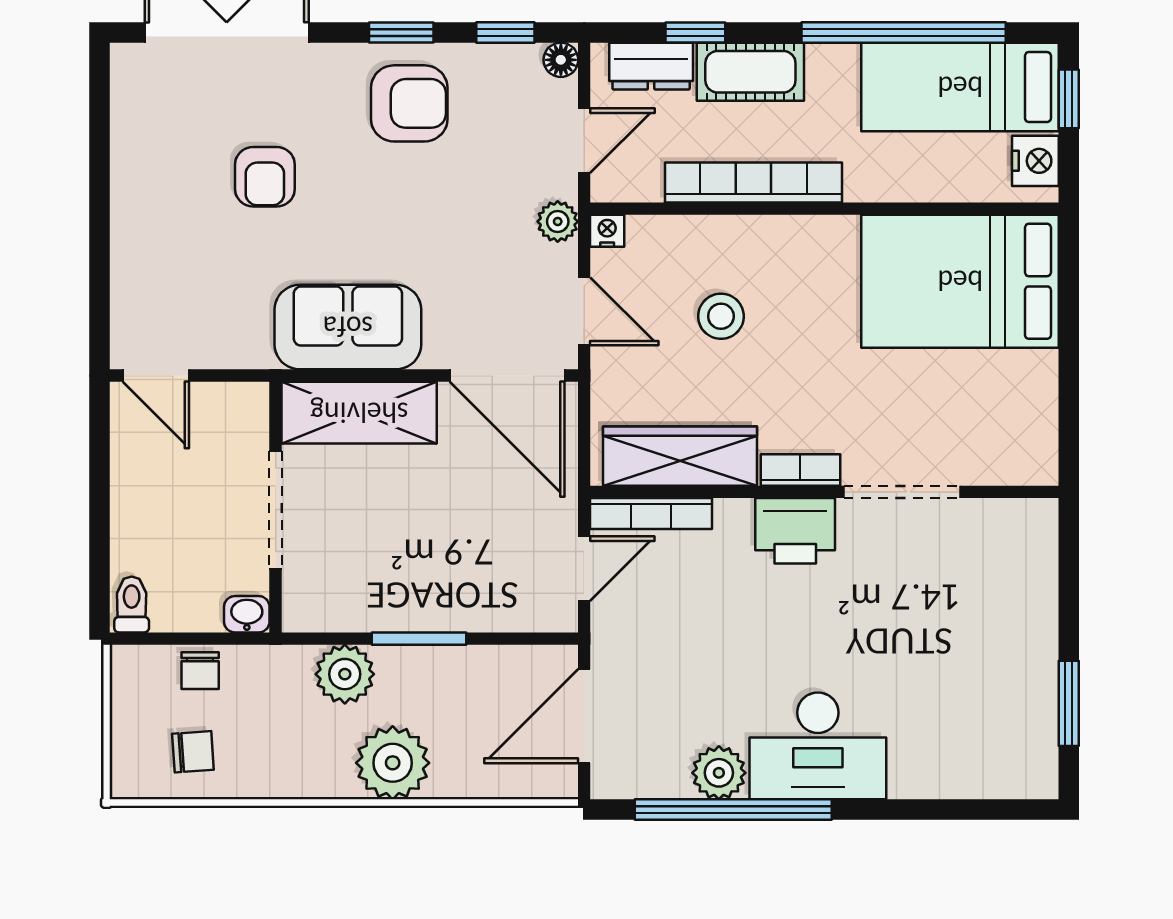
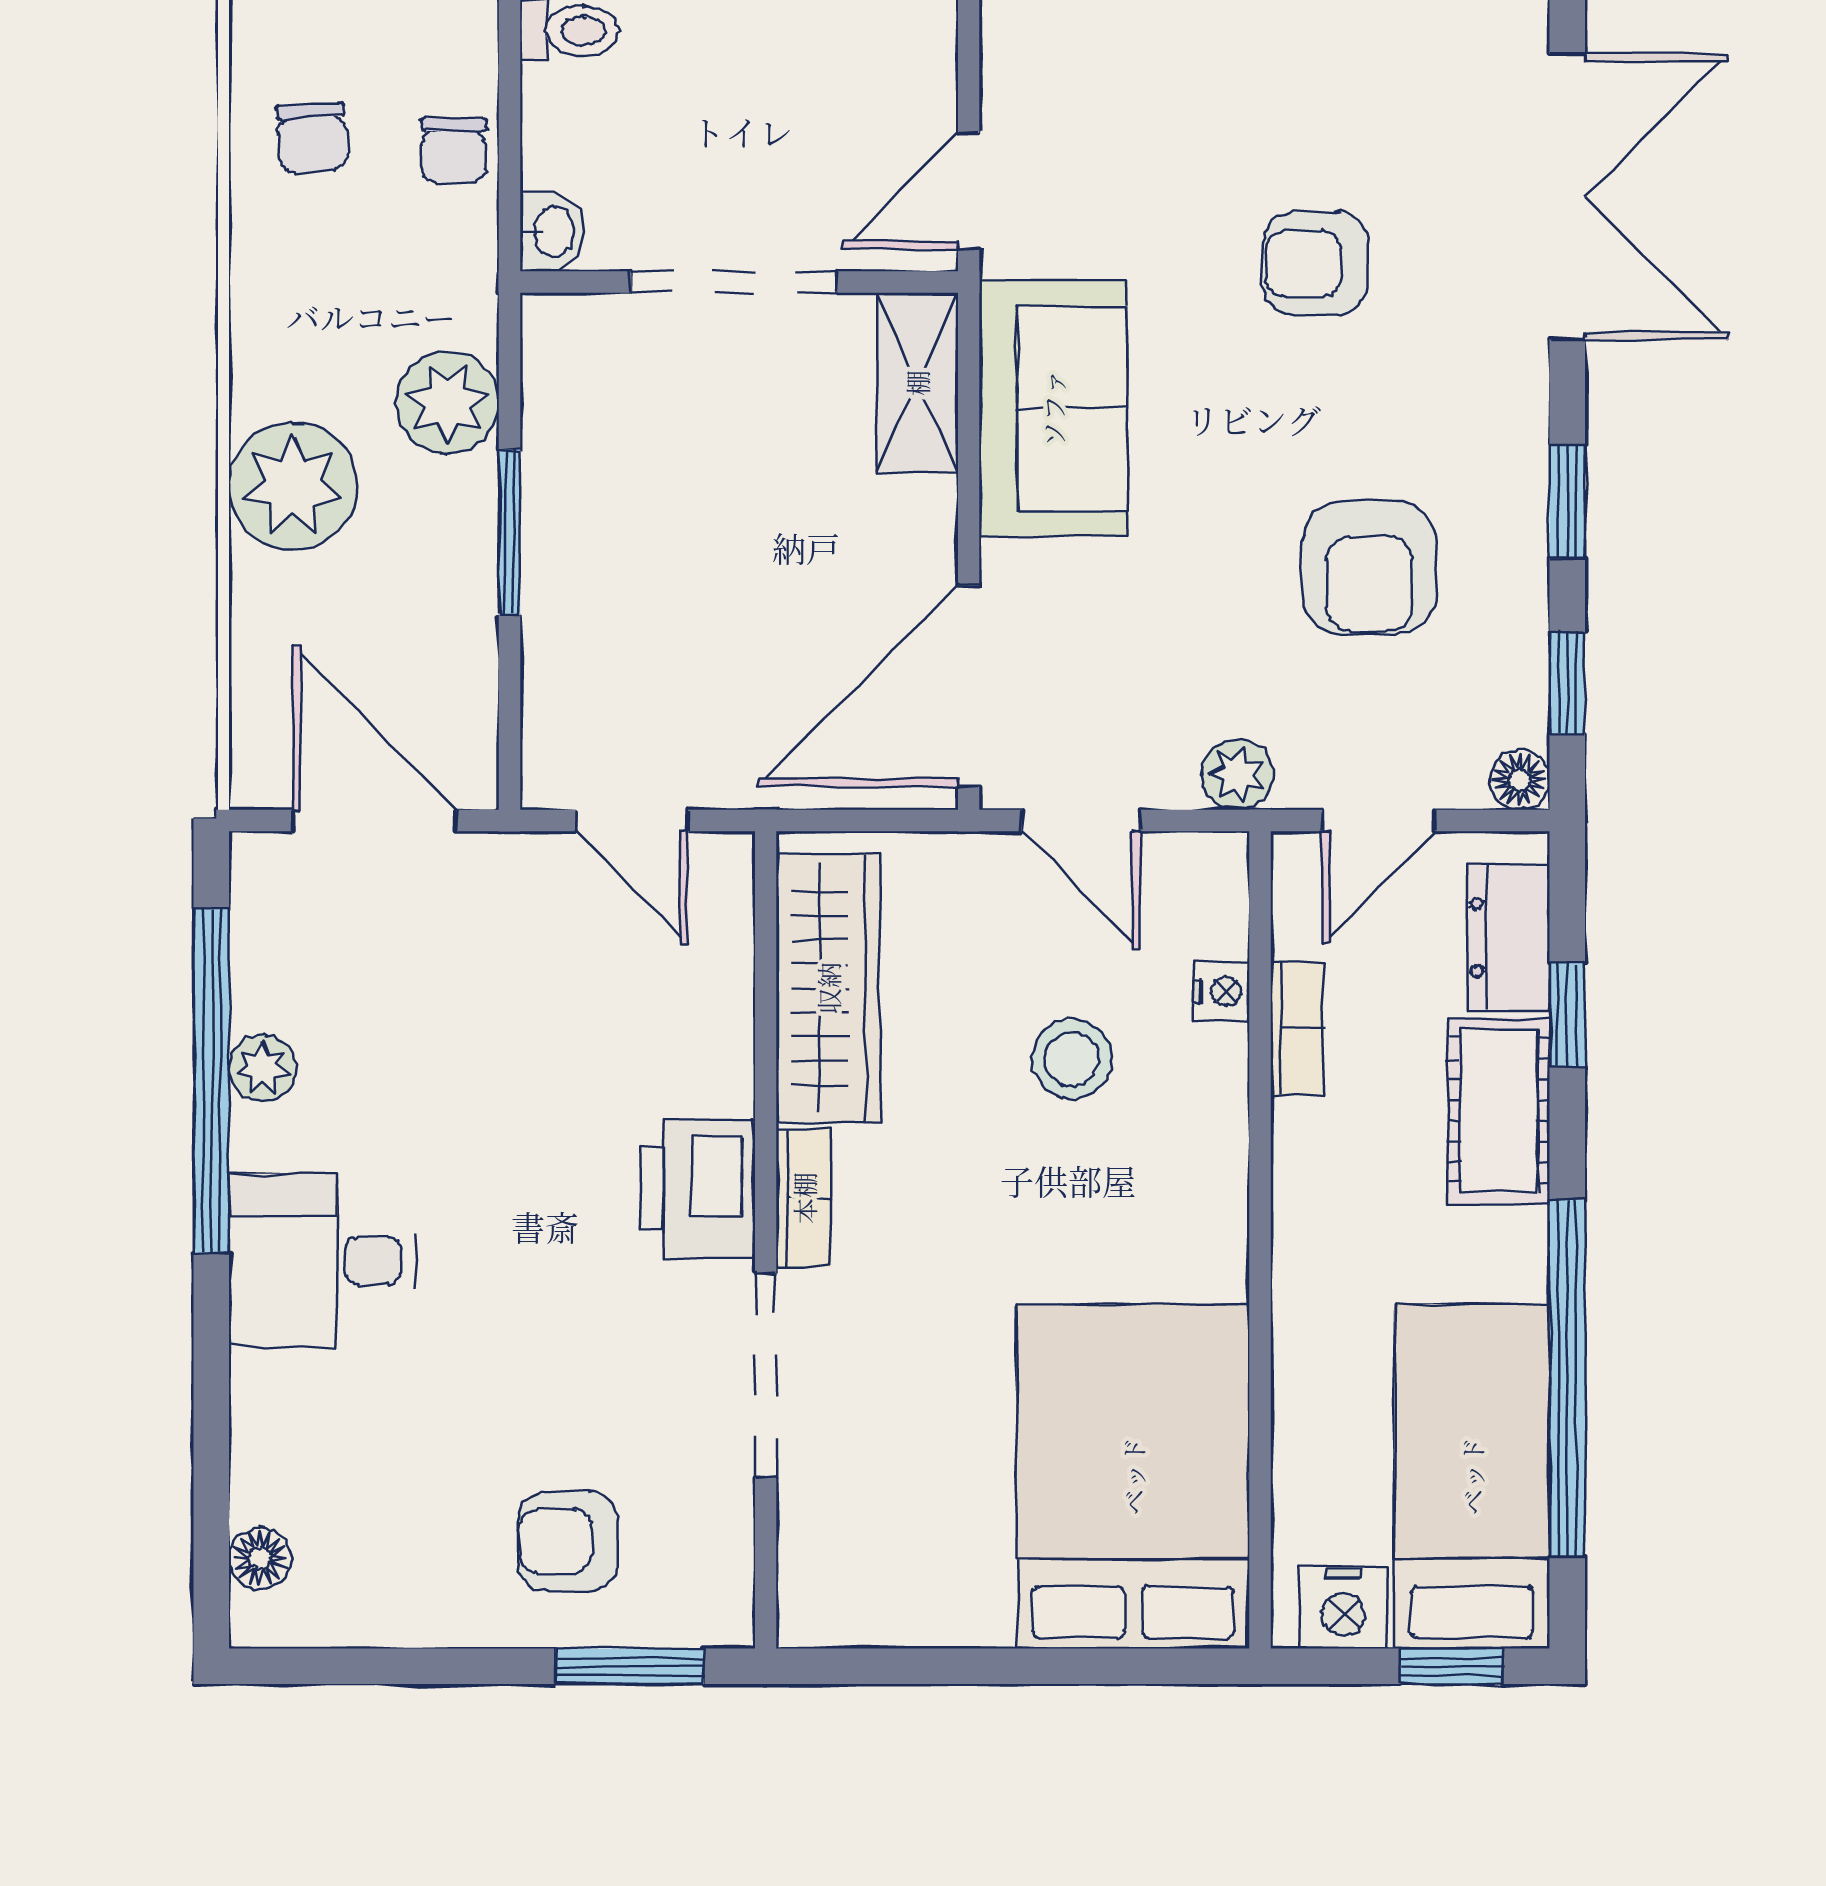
armchair: (409, 103) -> (1369, 567), moved
door: (584, 141) -> (1378, 820), hinge flipped
bookcase: (754, 182) -> (1297, 1029), width x0.43, depth x0.76
nightstand: (607, 231) -> (1221, 991), moved
door: (584, 311) -> (1081, 820), hinge flipped
door: (156, 376) -> (969, 191), moved
shelving: (359, 413) -> (917, 383), width x0.67, depth x0.75
bookcase: (651, 514) -> (728, 937), removed
armchair: (997, 605) -> (568, 1541), added
chair: (200, 671) -> (454, 150), turned -90
window: (1069, 703) -> (630, 1666), moved
desk: (818, 746) -> (322, 1261), width x0.73
plant: (719, 773) -> (263, 1068), width x0.73, depth x0.73
floor lamp: (1007, 782) -> (260, 1558), added

